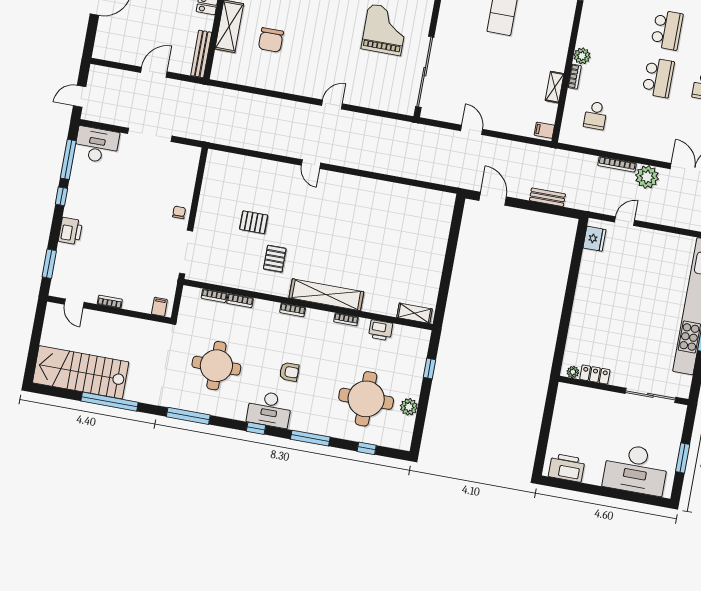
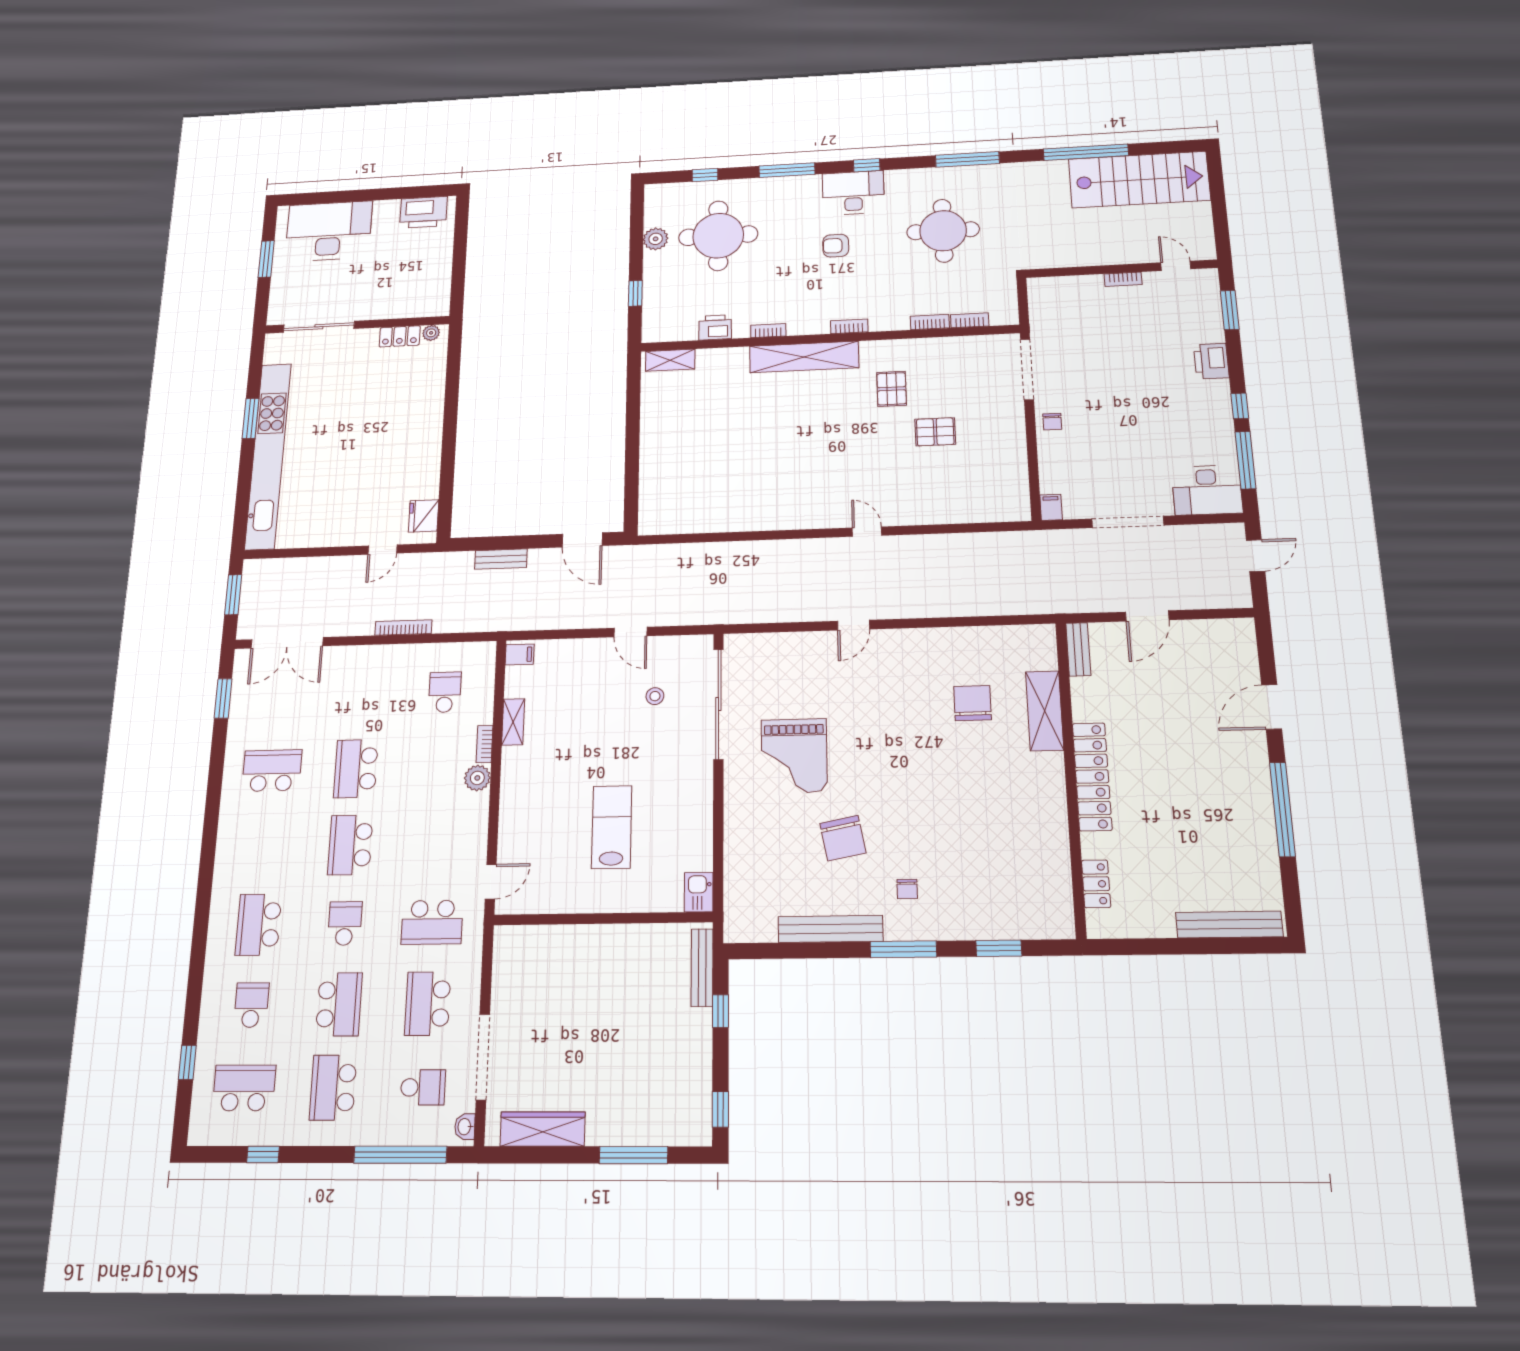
bench: (201, 54) -> (1078, 649), width x0.73
stool: (463, 85) -> (655, 696), added
plant: (647, 177) -> (357, 619), removed
filing cabinet: (159, 307) -> (1051, 507), moved, turned 180

